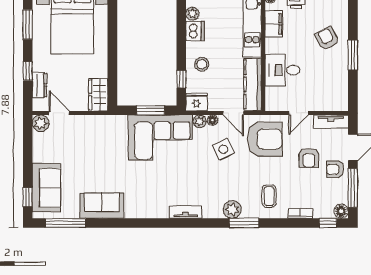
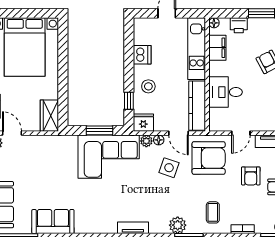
plant: (192, 14) -> (139, 38), removed
side table: (223, 149) -> (169, 168), turned 45

